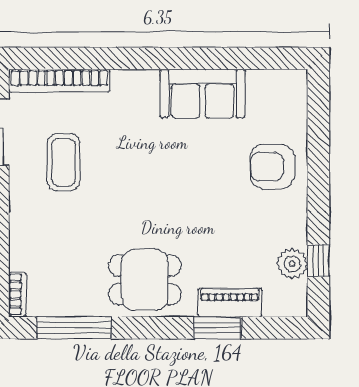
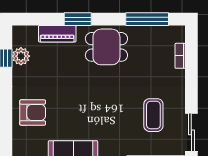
bookcase: (17, 294) -> (180, 56), moved
window: (217, 328) -> (78, 19), moved

